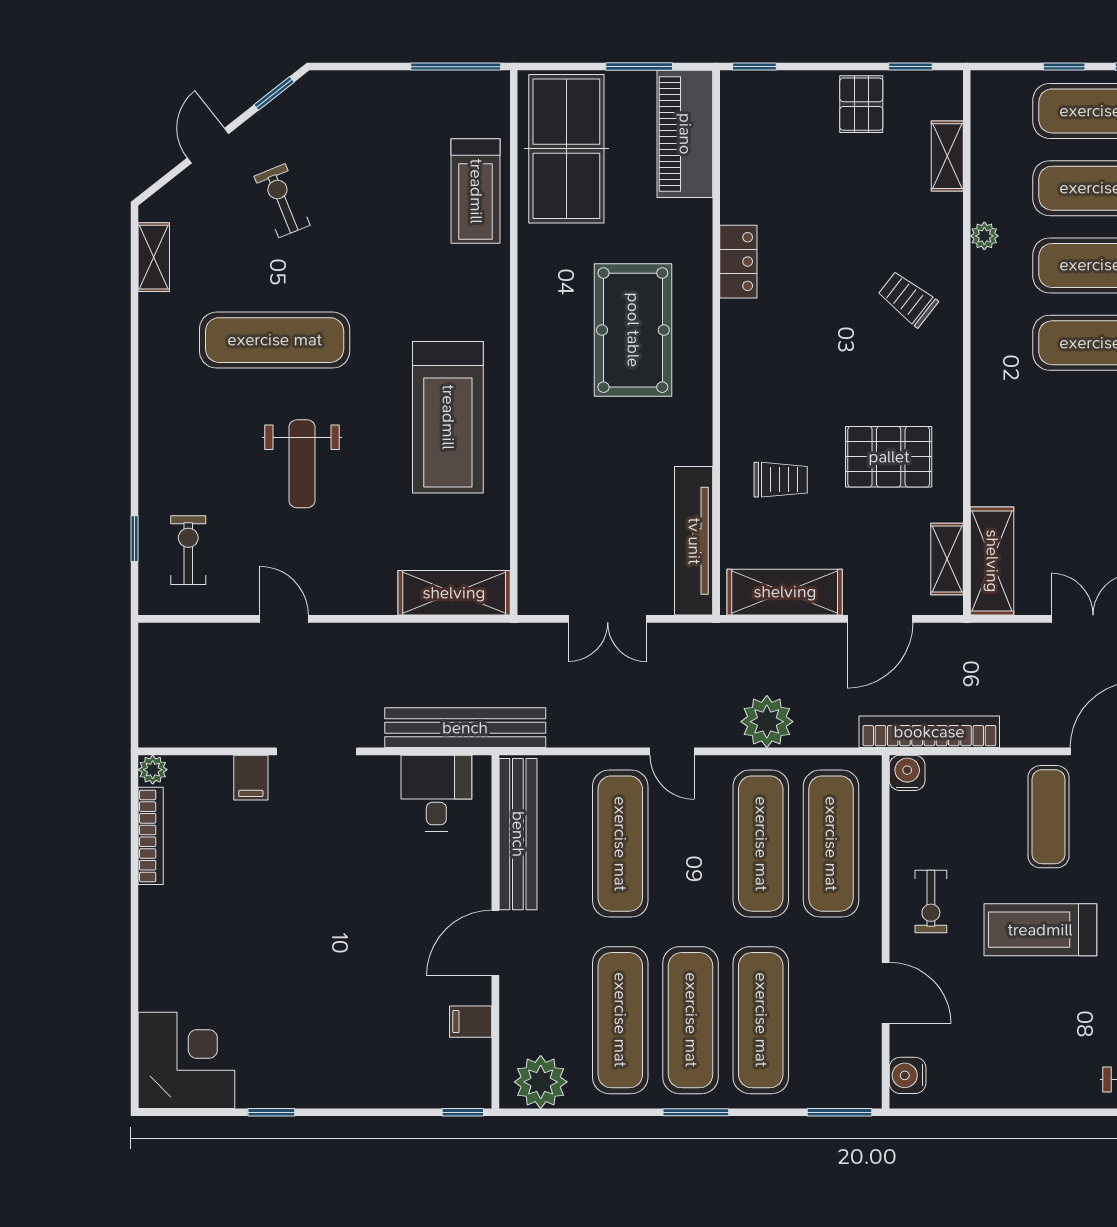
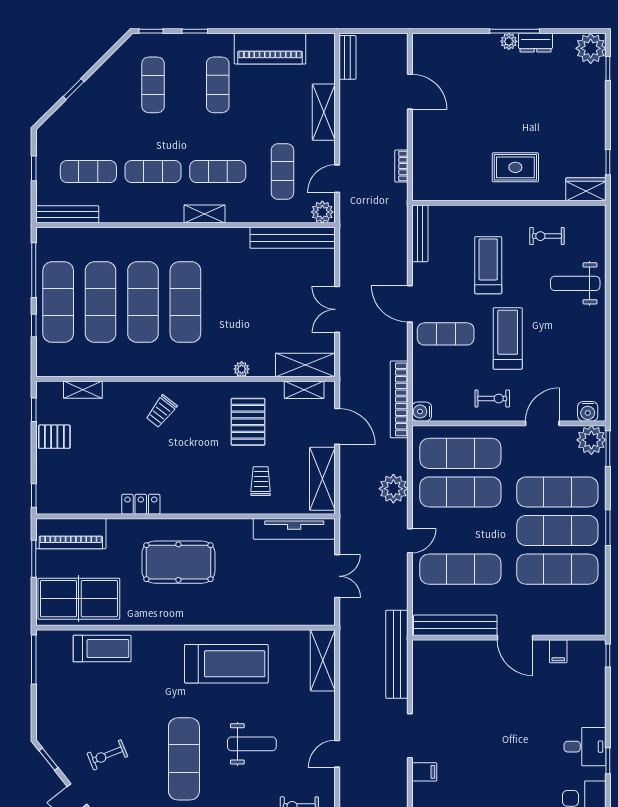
plant: (984, 236) -> (242, 369), moved
desk: (436, 793) -> (585, 747), moved, turned 180
treadmill: (1040, 930) -> (508, 338), turned 180
plant: (541, 1082) -> (591, 440), moved

